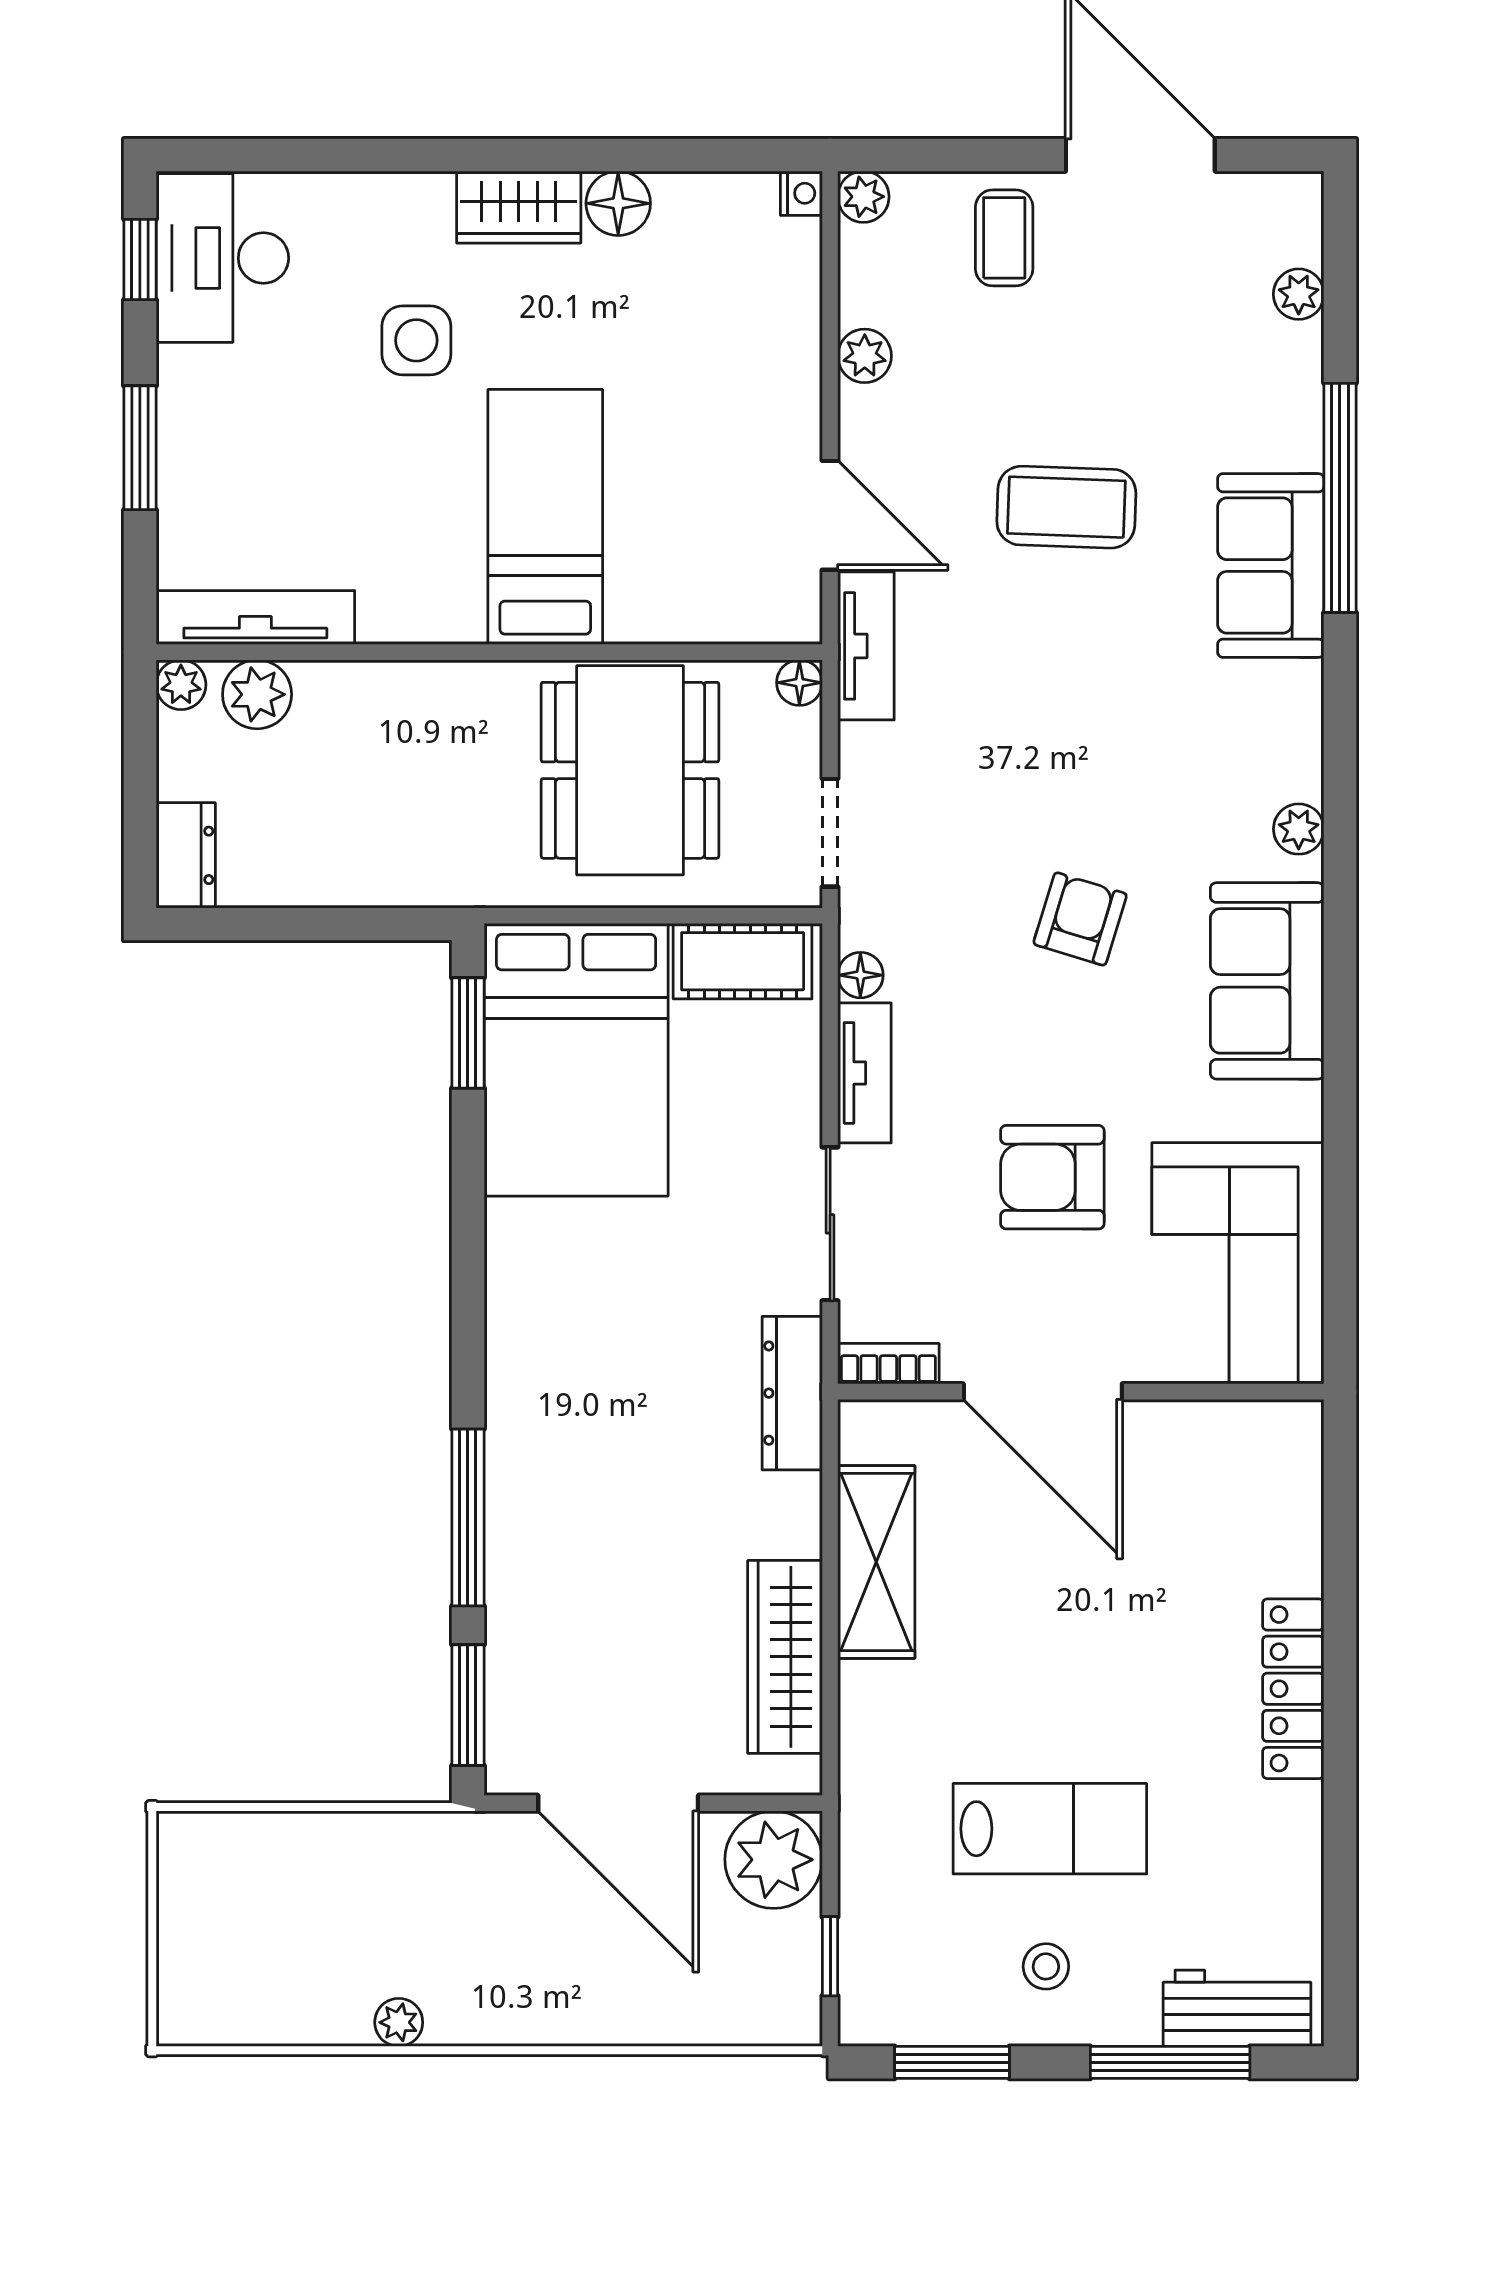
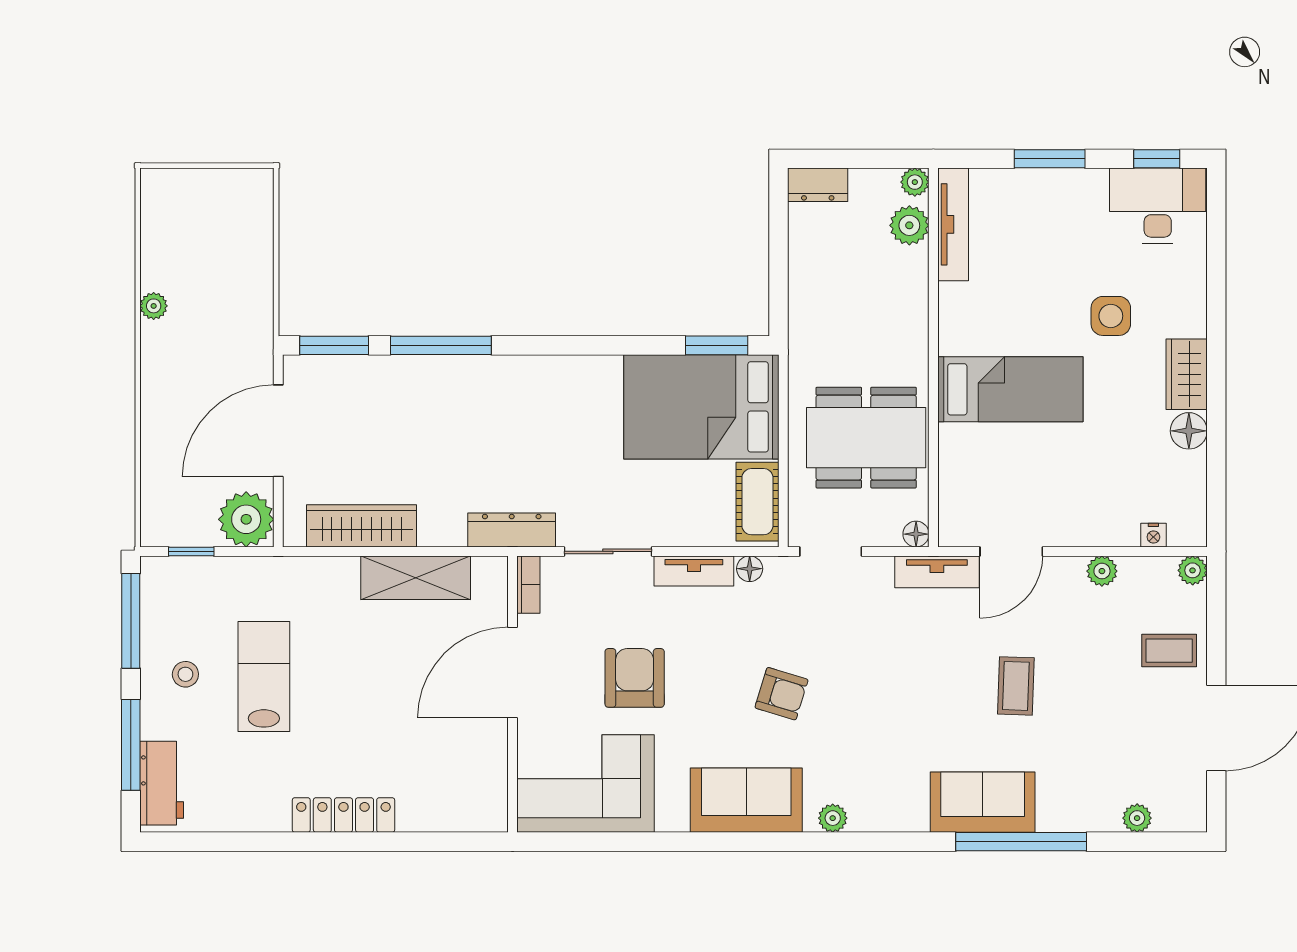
nightstand: (801, 193) -> (1153, 535), moved
coffee table: (1066, 507) -> (1016, 686), width x0.73, depth x0.77
lab bench: (1050, 1829) -> (264, 677), turned 180
window: (952, 2062) -> (131, 621), width x1.44

